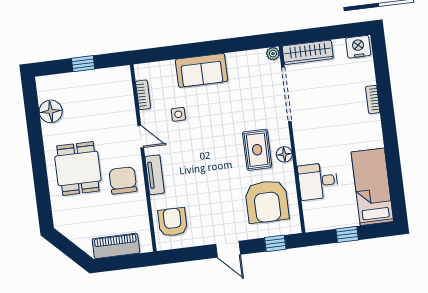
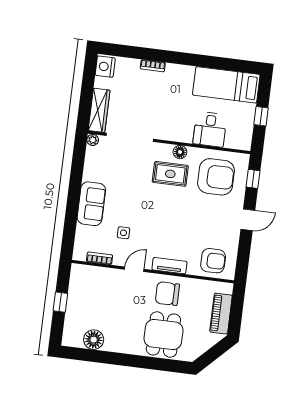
dining table: (78, 168) -> (163, 335), moved, turned 90
armchair: (173, 222) -> (213, 261), turned 180

